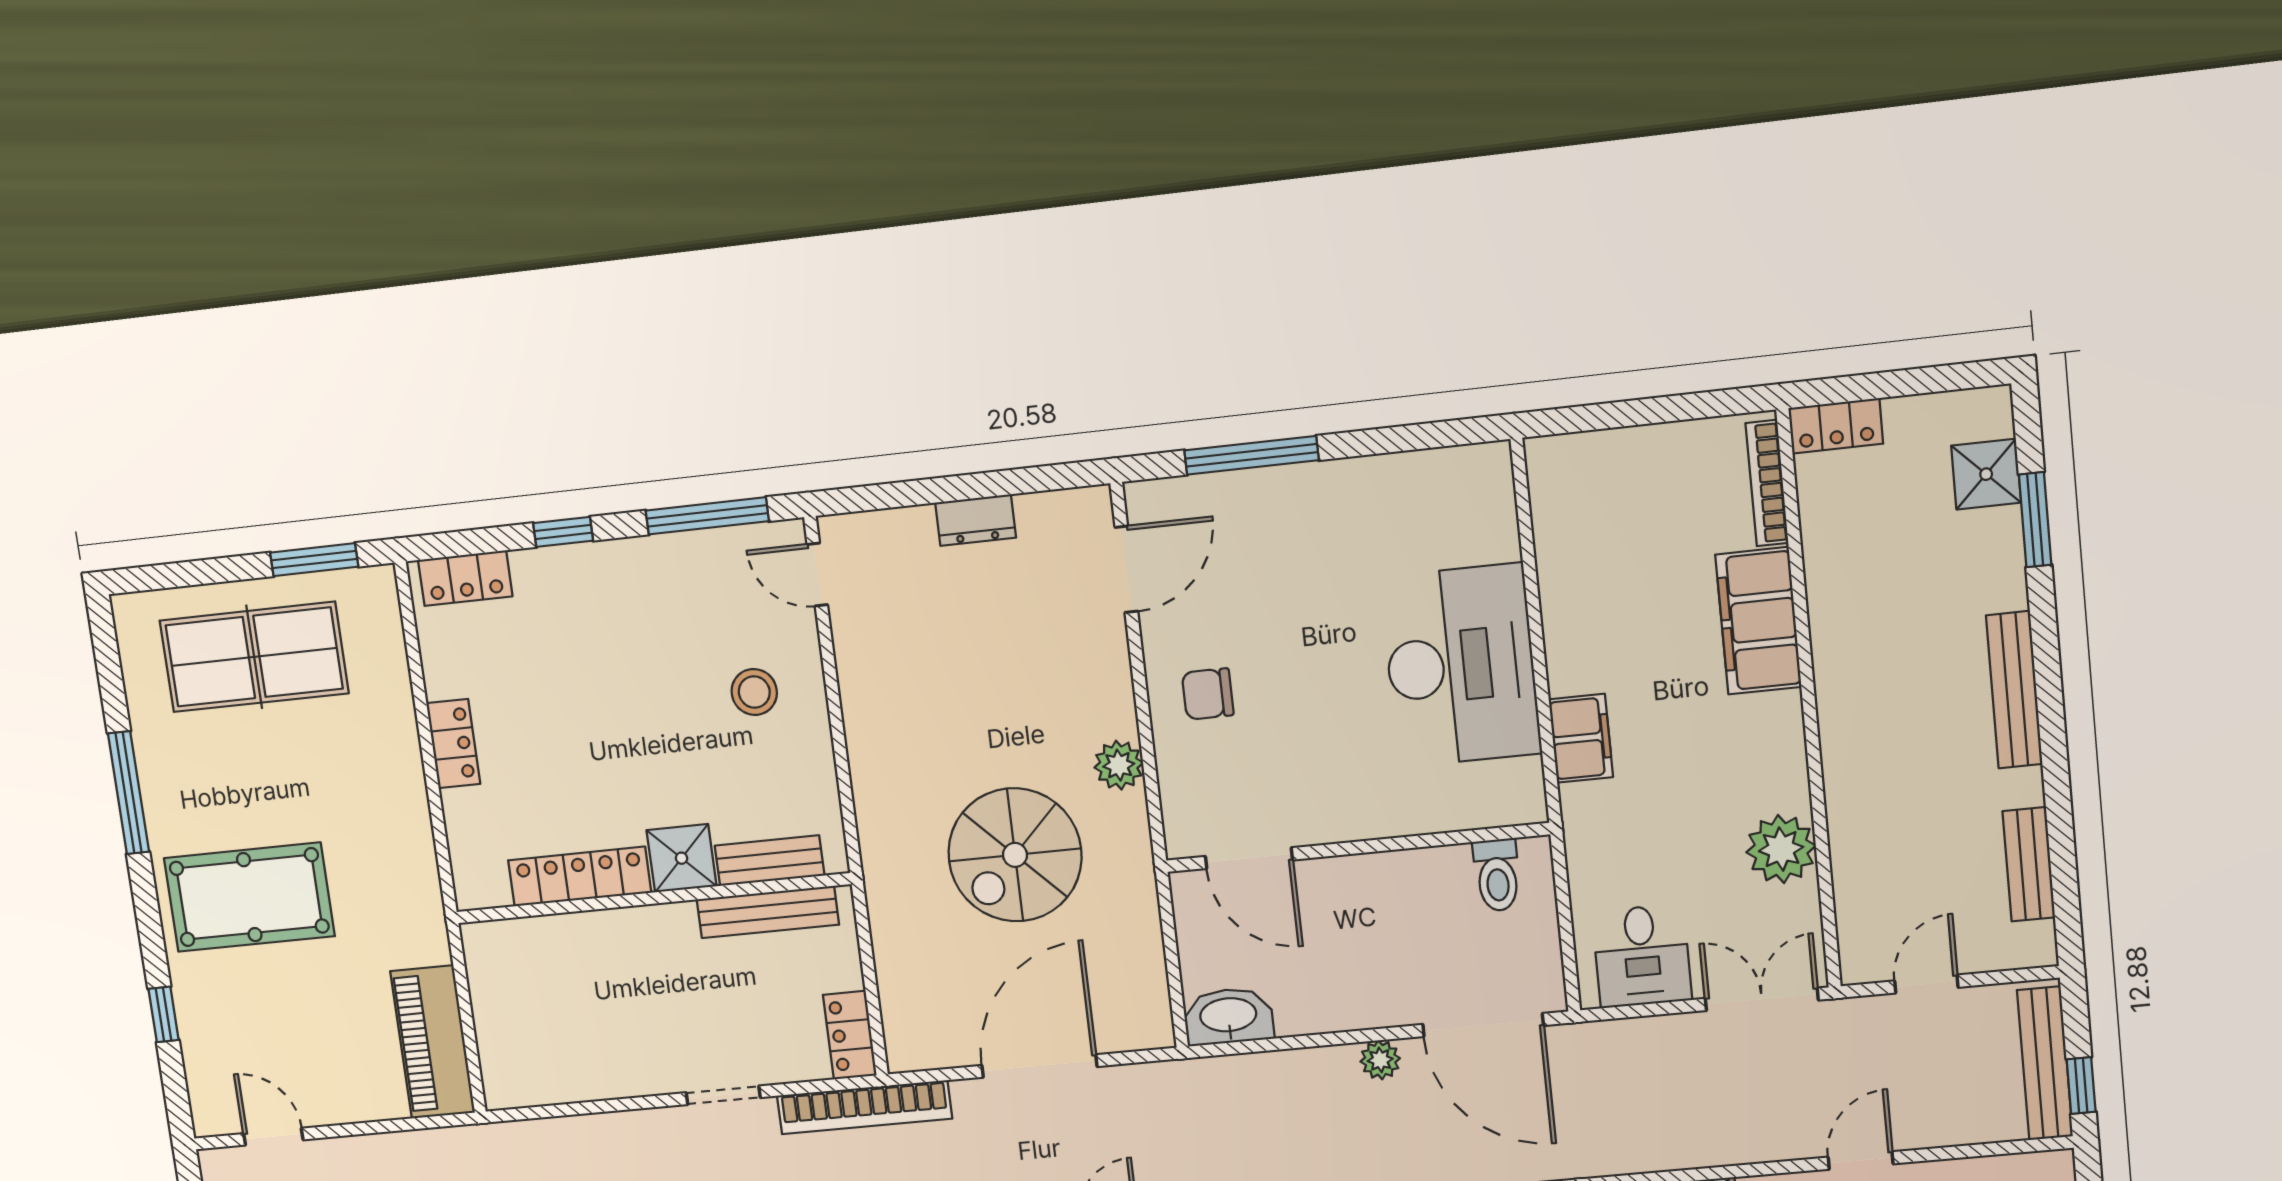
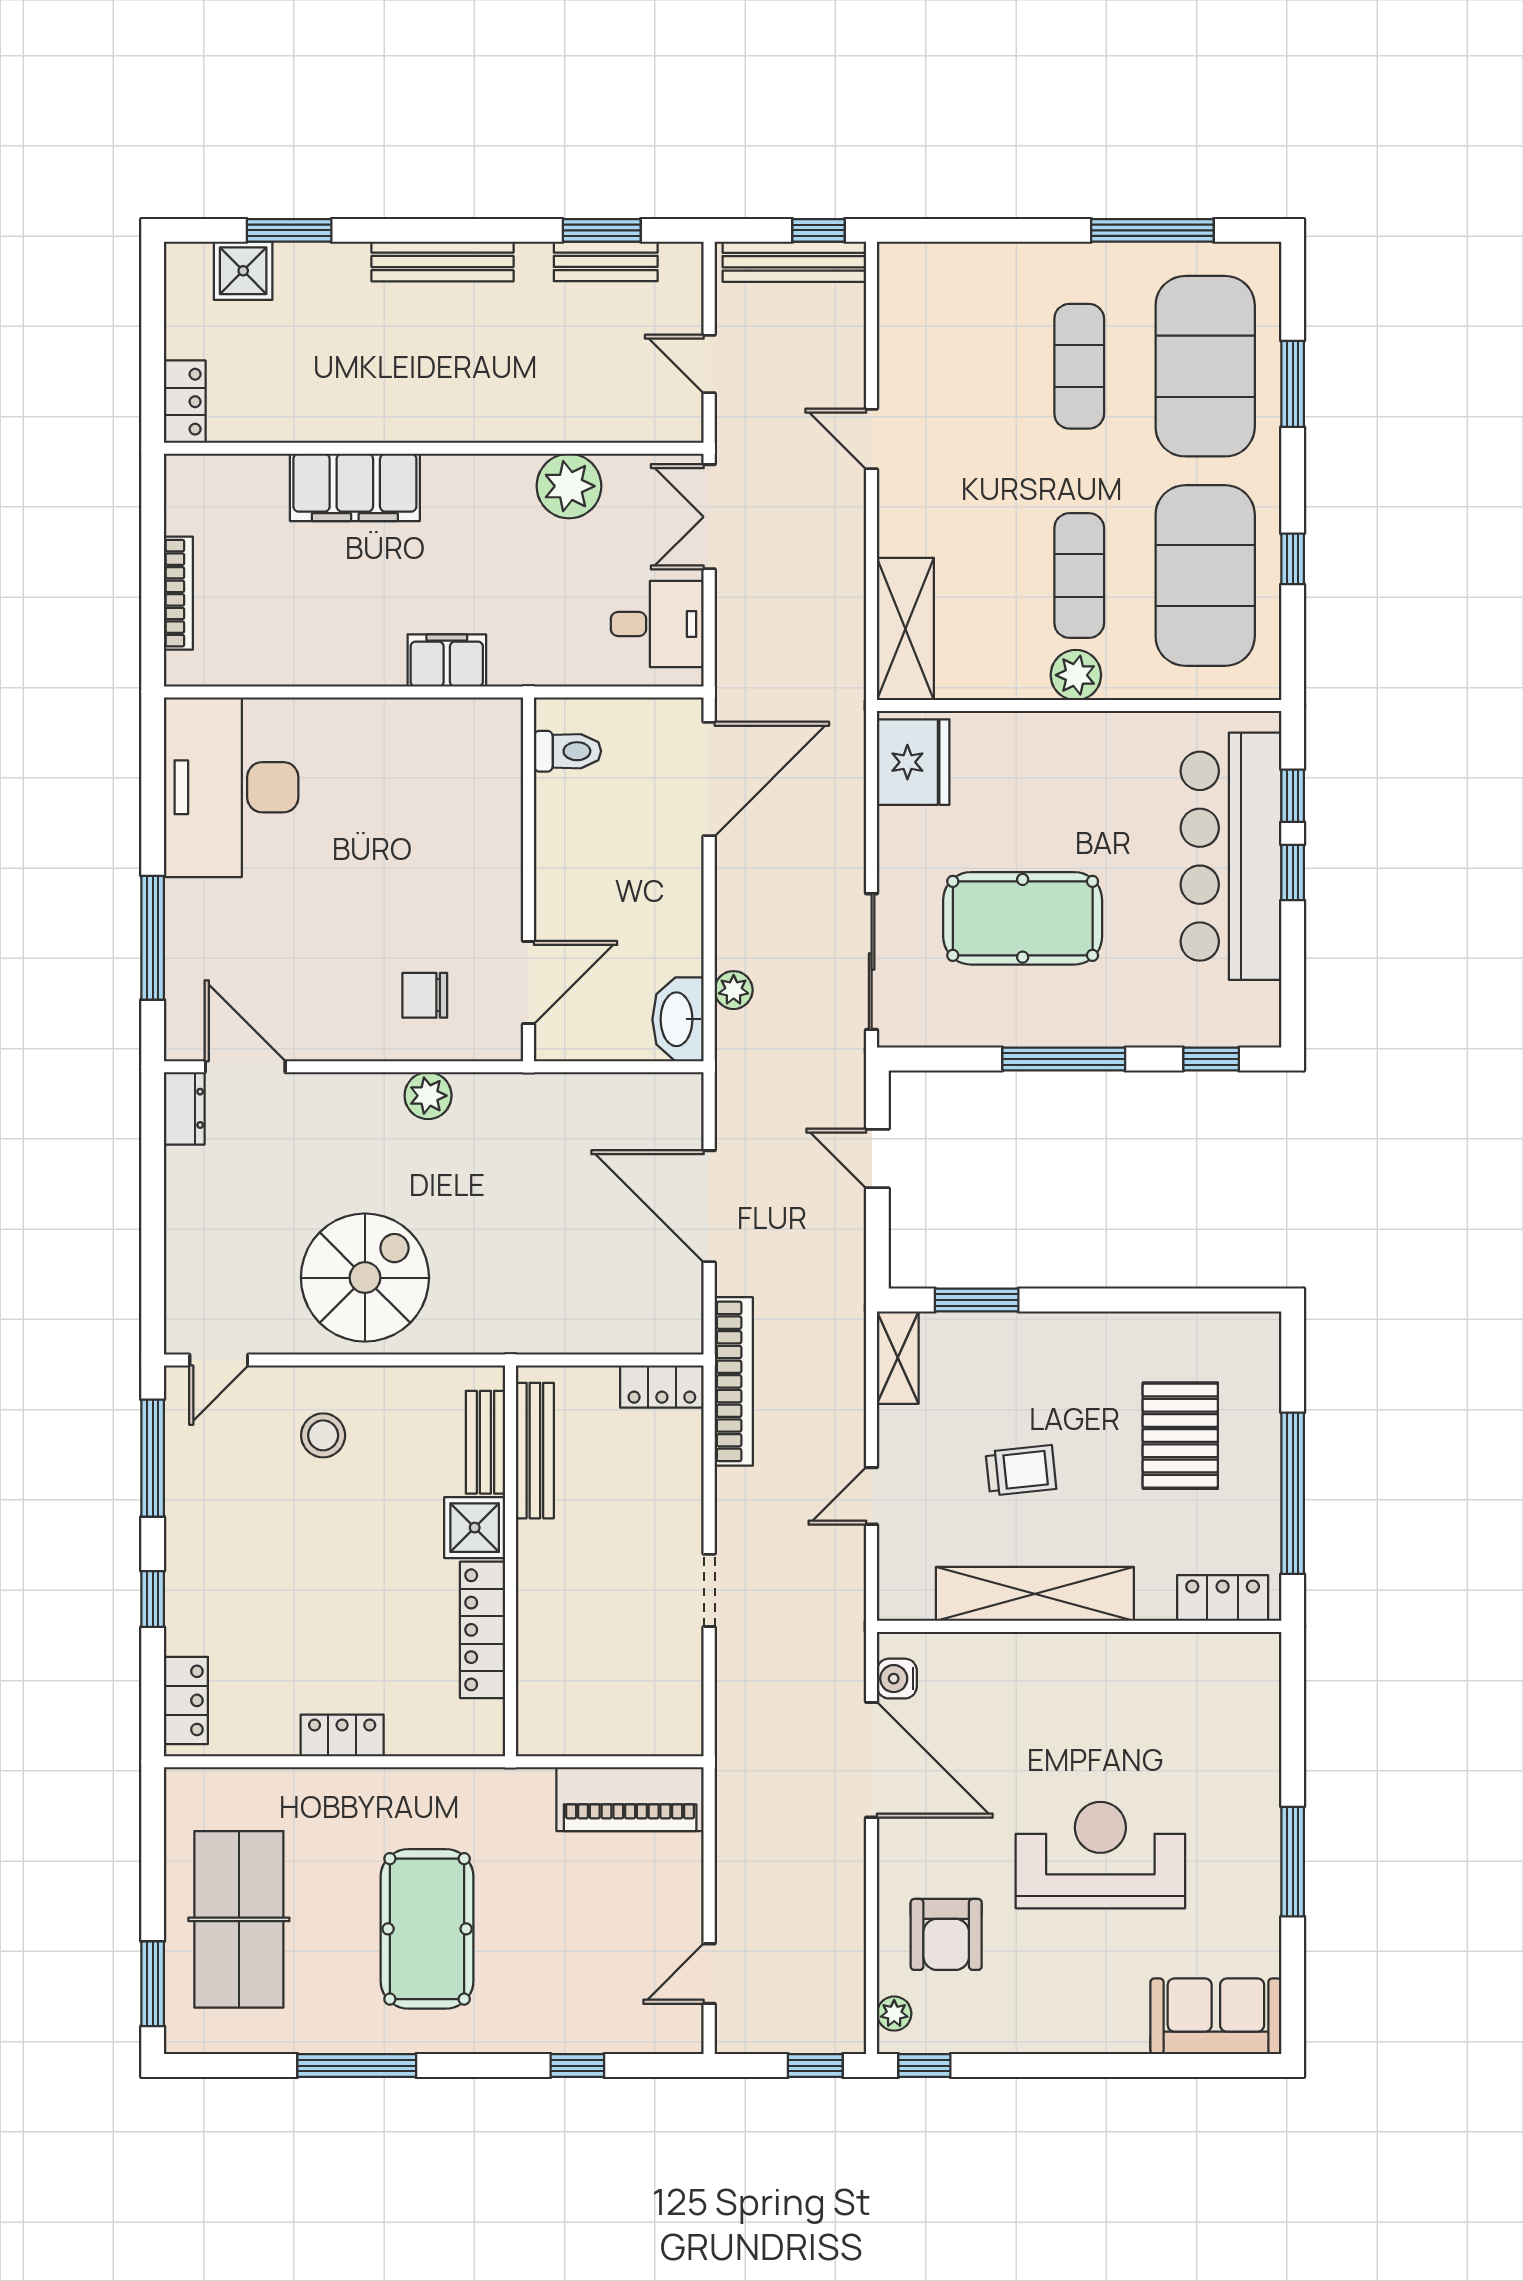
bookcase: (1767, 483) -> (178, 593), moved, turned -90
dresser: (976, 520) -> (184, 1108), moved
window: (314, 560) -> (153, 1984), moved
desk: (1461, 665) -> (231, 787), moved, turned -90
chair: (1208, 694) -> (425, 995), moved, turned 90
spiral stairs: (1015, 855) -> (365, 1278), moved, turned -90
window: (2063, 857) -> (602, 230), added
pool table: (249, 897) -> (427, 1929), moved
plant: (1380, 1060) -> (734, 990), moved
doorway: (723, 1095) -> (709, 1590), moved

